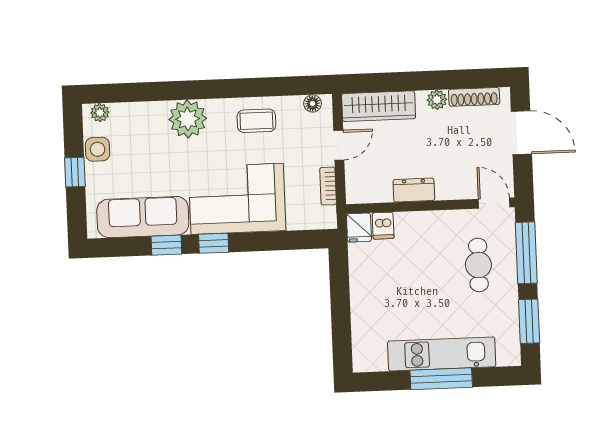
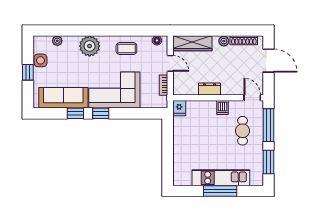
plant: (100, 113) -> (57, 41), moved
door: (339, 145) -> (170, 63), hinge flipped
dishwasher: (383, 226) -> (223, 108), moved

